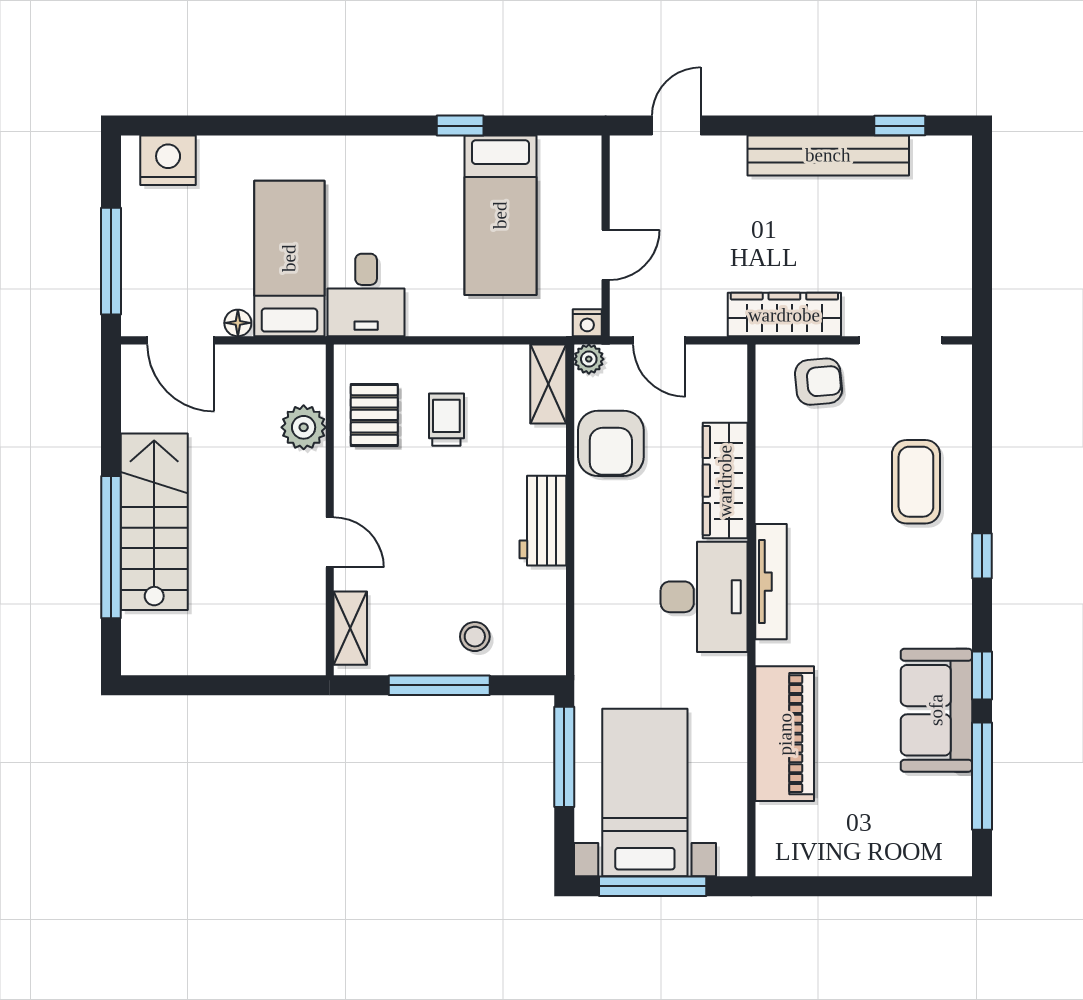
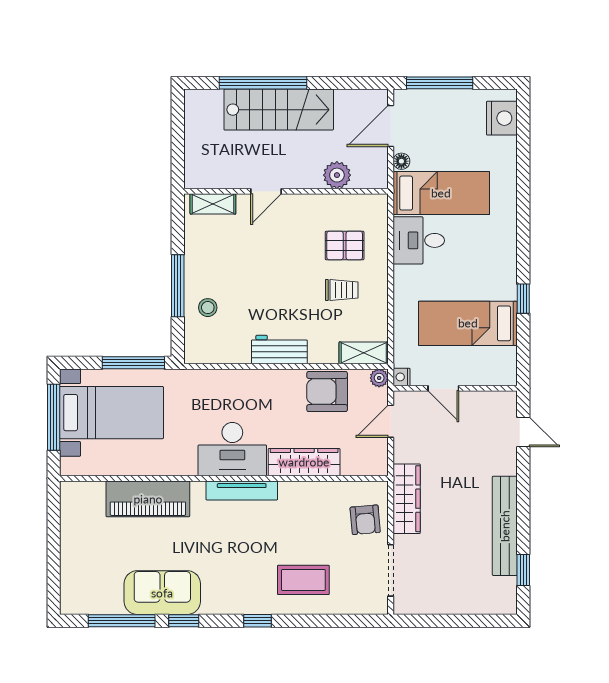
plant: (304, 427) -> (337, 175), moved
wall: (330, 510) -> (286, 191), moved
door: (330, 542) -> (266, 191), moved
shelving: (350, 628) -> (213, 204), moved

